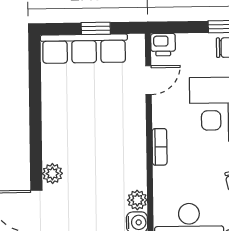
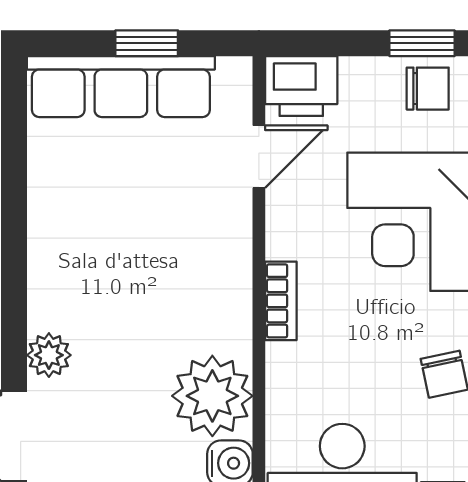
printer: (163, 45) -> (301, 86), width x1.36, depth x1.24
plant: (137, 200) -> (212, 396), width x1.87, depth x1.87

